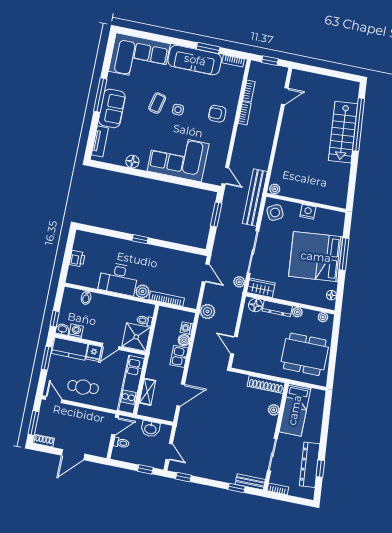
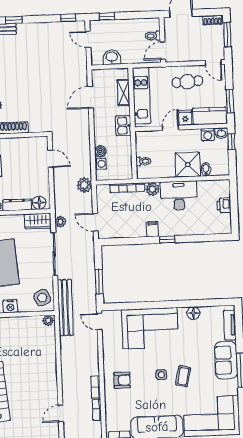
filing cabinet: (152, 253) -> (152, 229), added
shower: (136, 337) -> (188, 165), moved
kitchen sink: (179, 356) -> (123, 126), moved, turned 180
door: (115, 426) -> (163, 51), moved
wall: (113, 437) -> (162, 40), moved
toilet: (121, 443) -> (153, 36), moved

